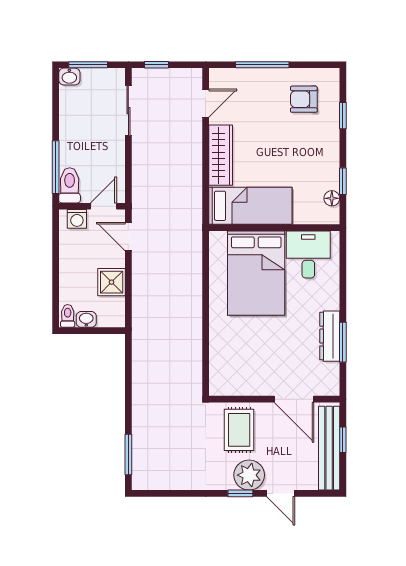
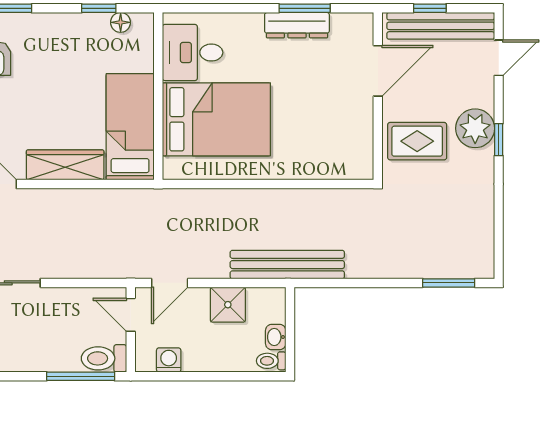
washing machine: (77, 219) -> (169, 360), moved, turned -90
bench: (143, 328) -> (287, 265), added
door: (281, 493) -> (499, 58), moved

